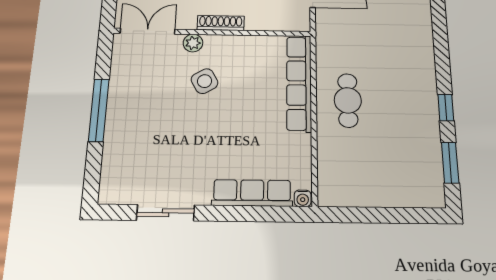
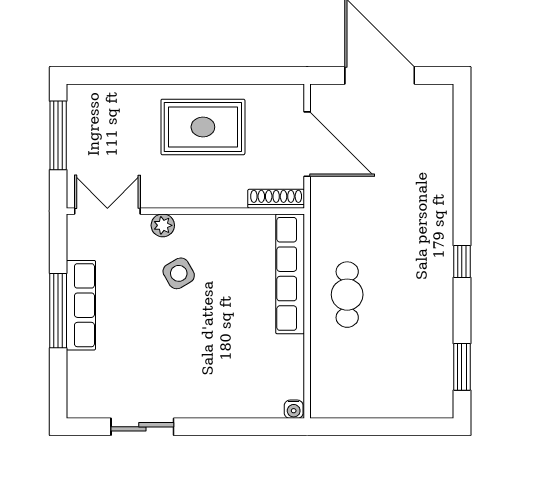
shoe rack: (221, 23) -> (276, 199), moved
window: (446, 108) -> (462, 261), moved
row of seats: (252, 193) -> (81, 305), moved, turned 90

